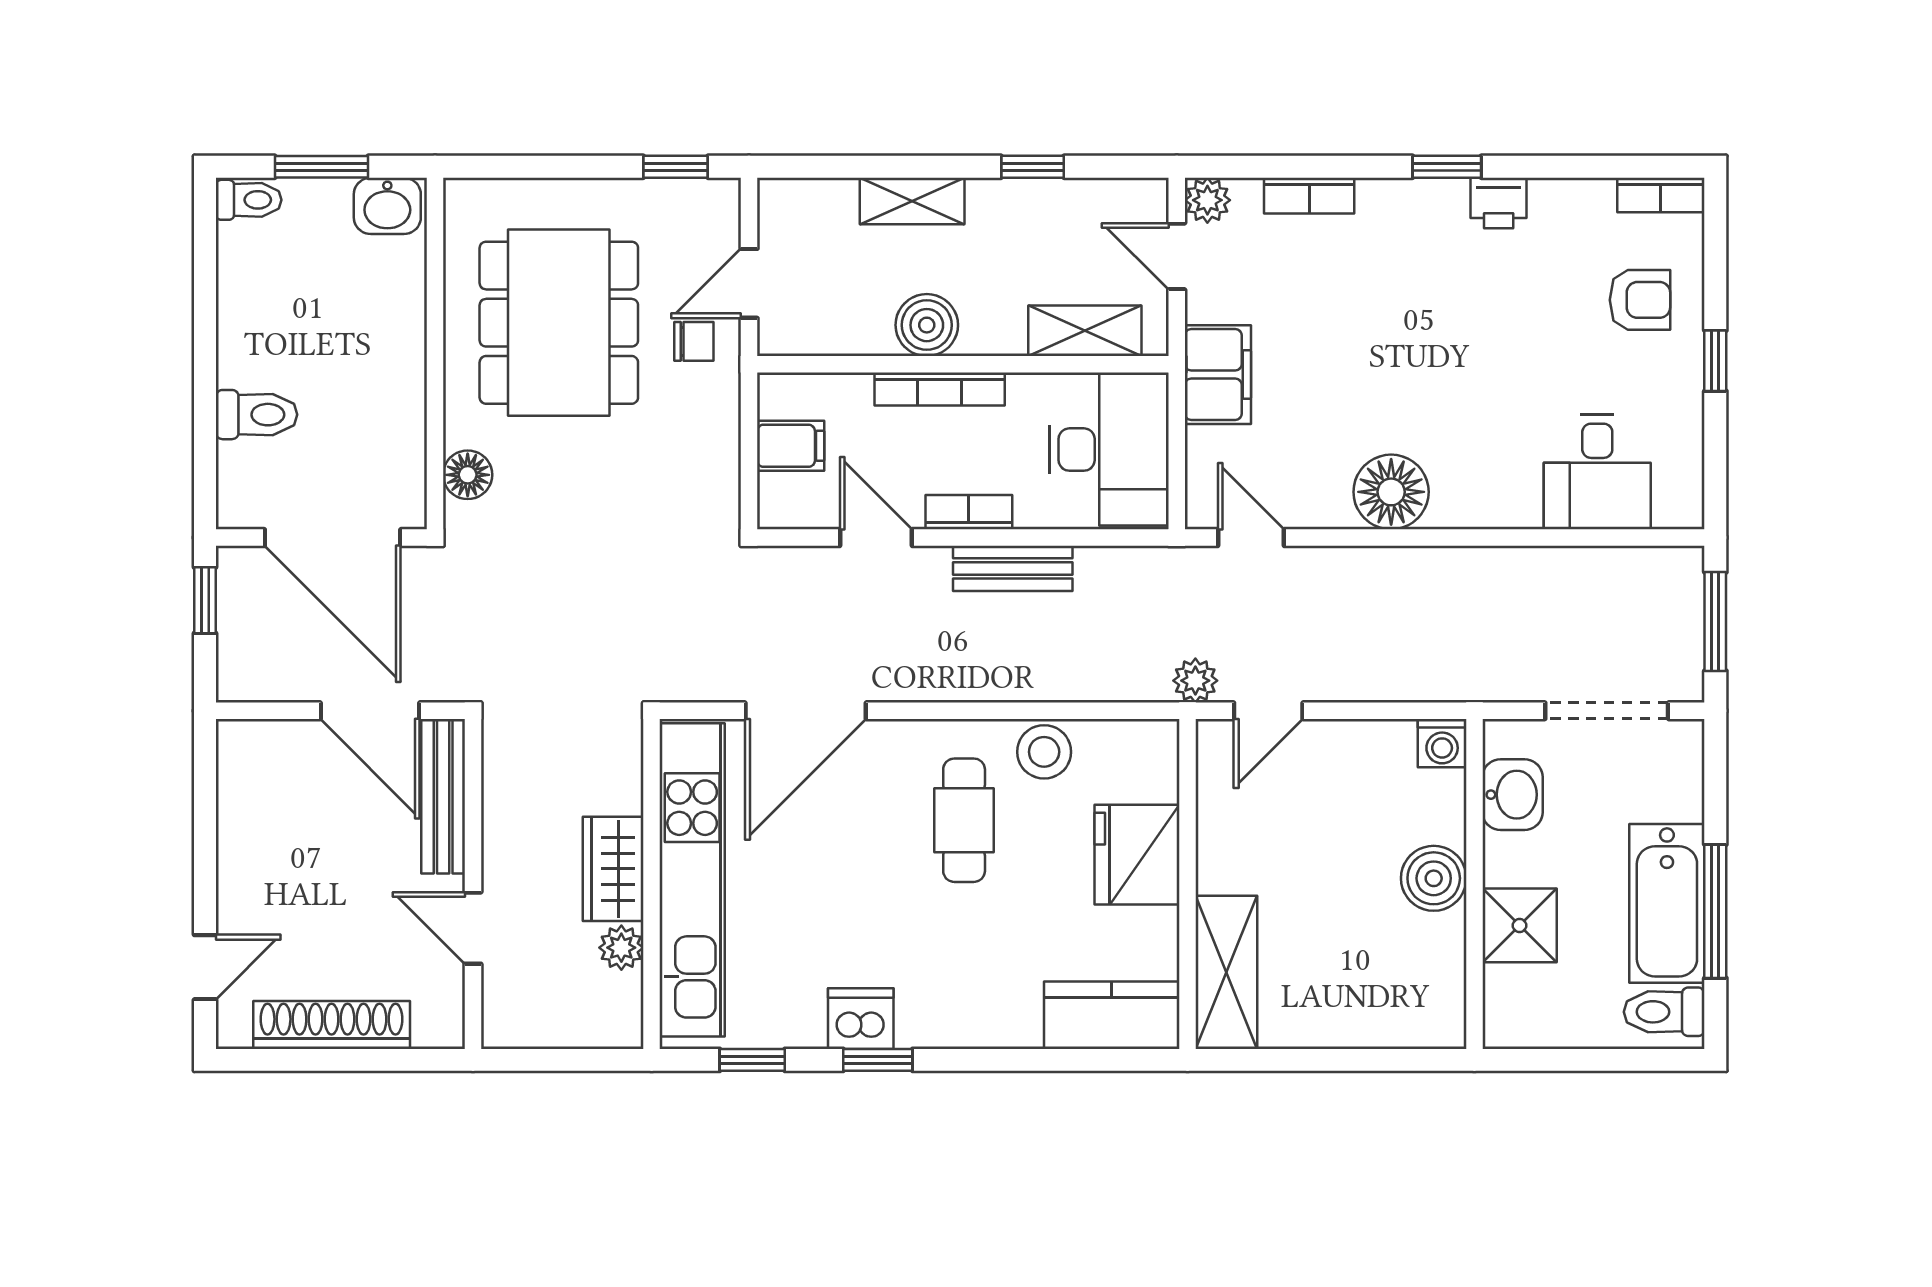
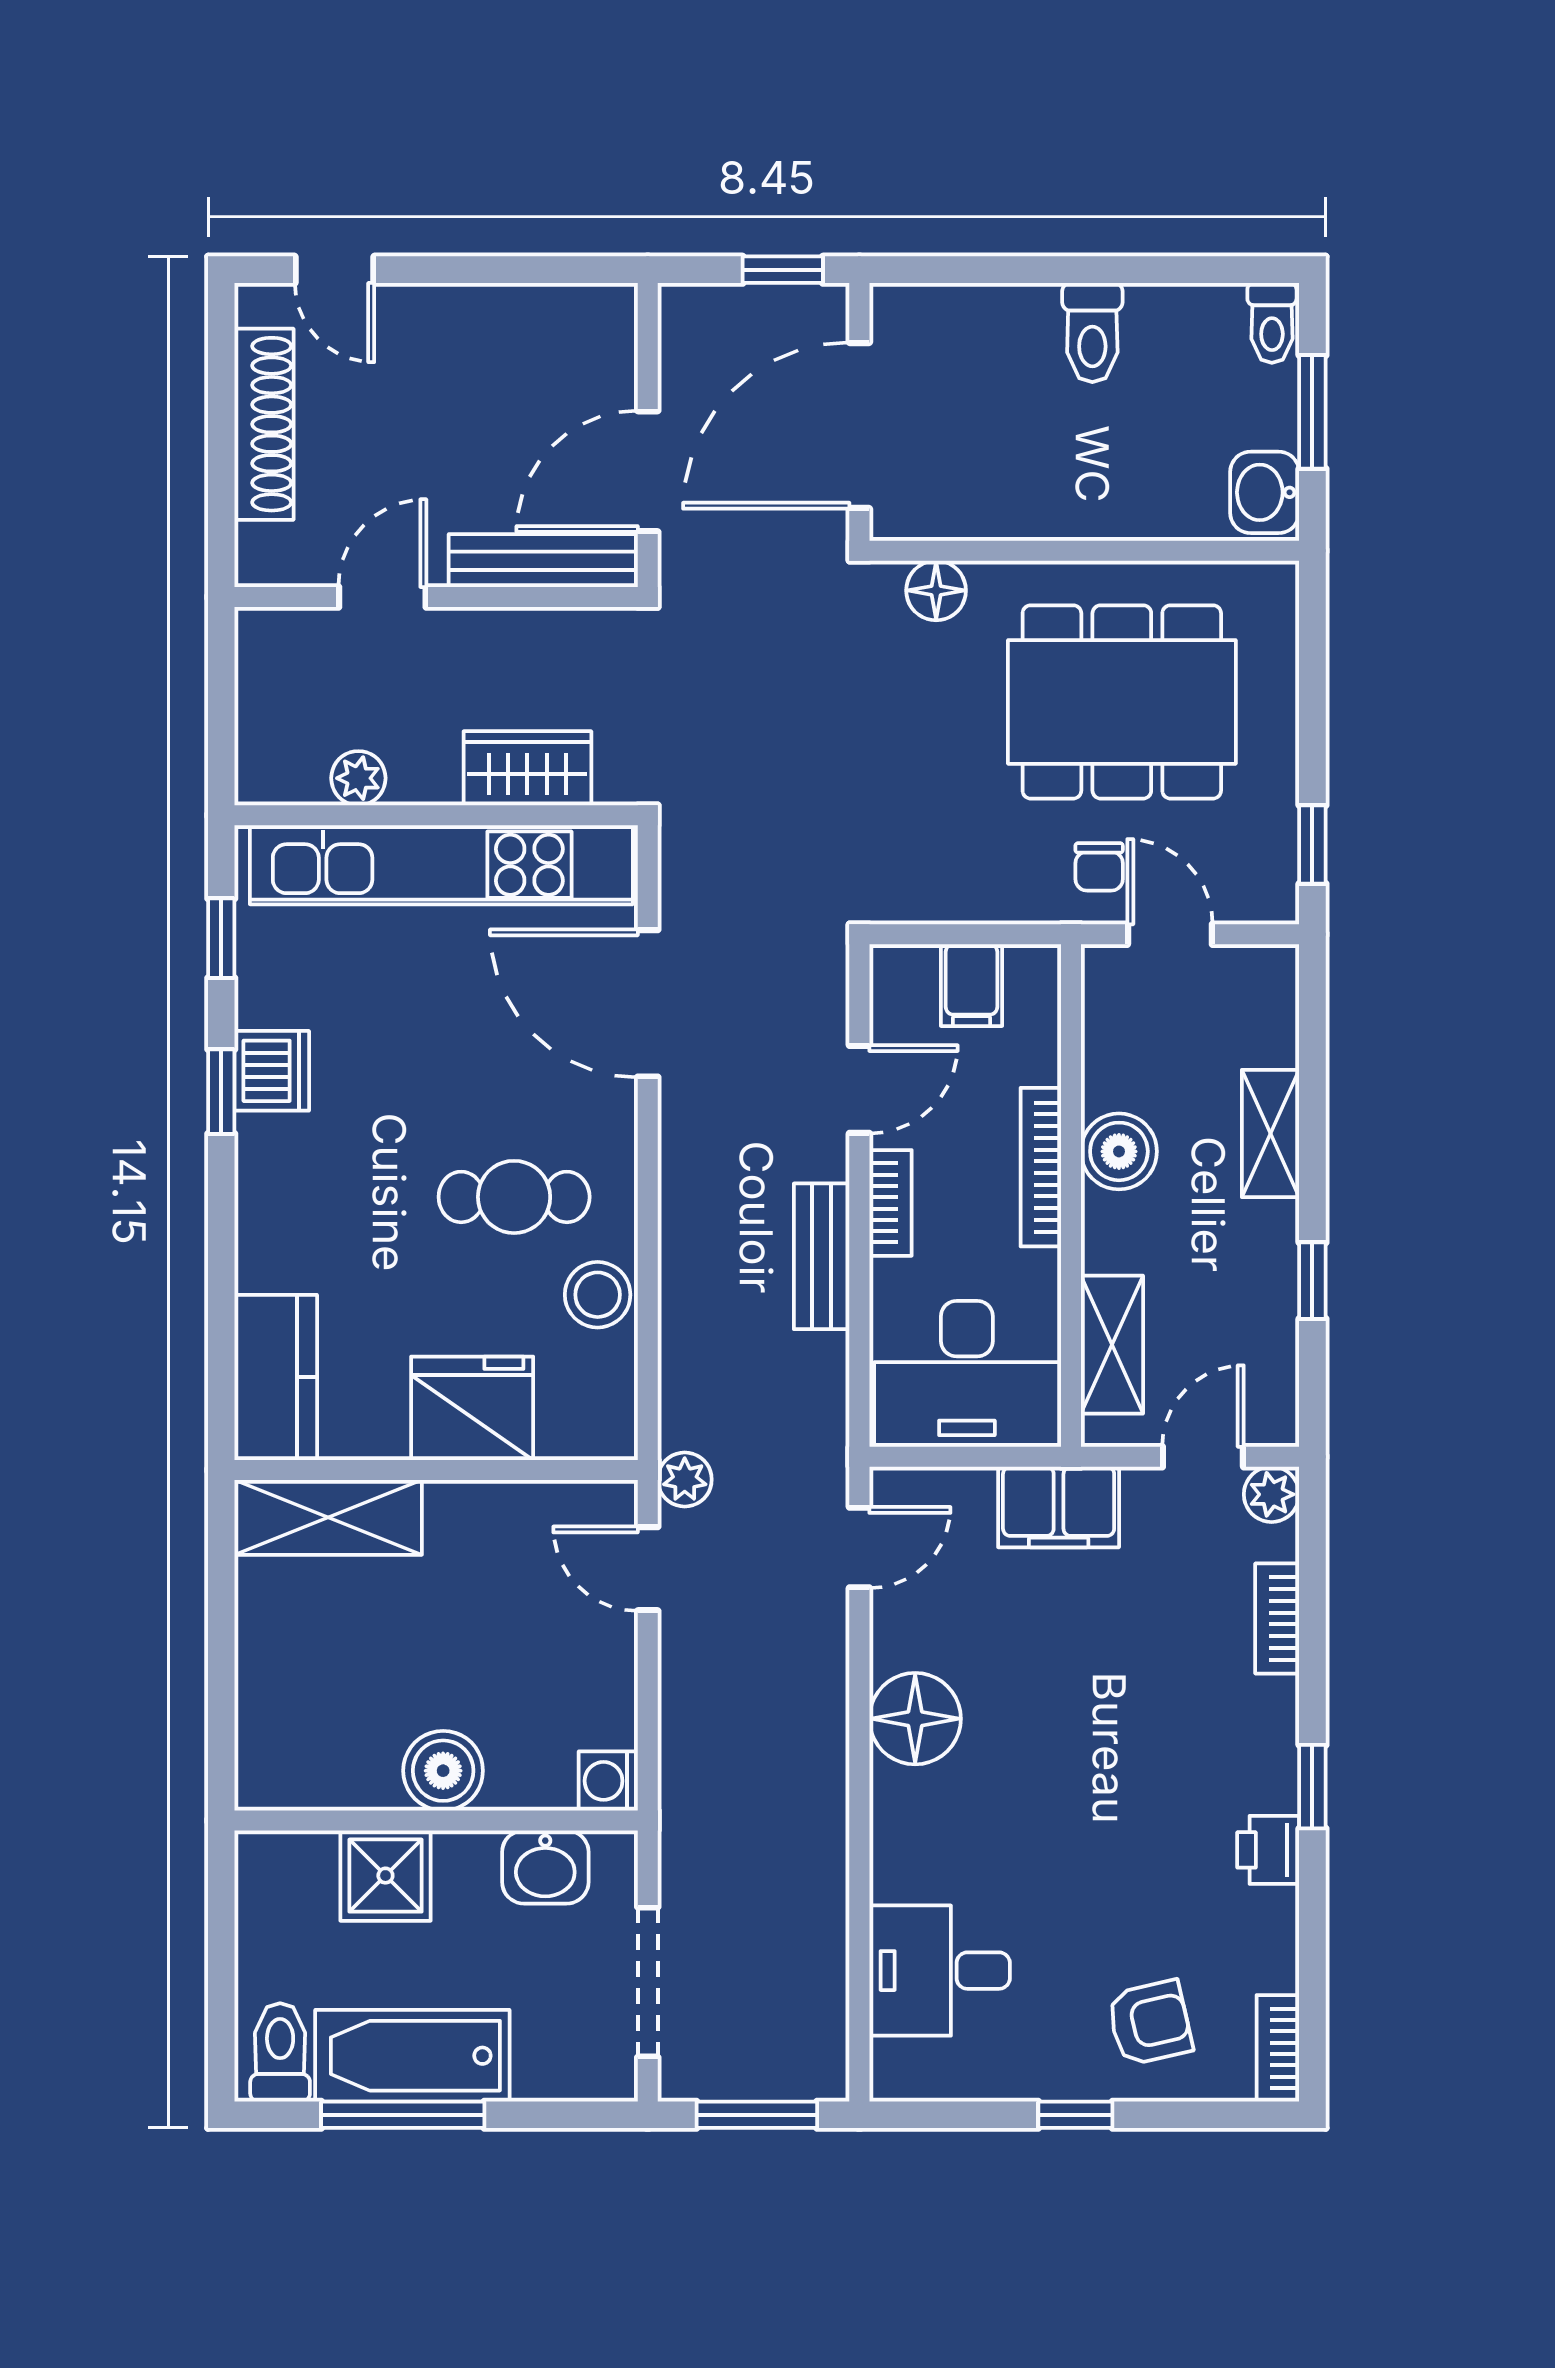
armchair: (1640, 300) -> (1150, 2023), turned -103
toilet: (256, 415) -> (1092, 333), moved
wardrobe: (613, 869) -> (527, 768), moved

